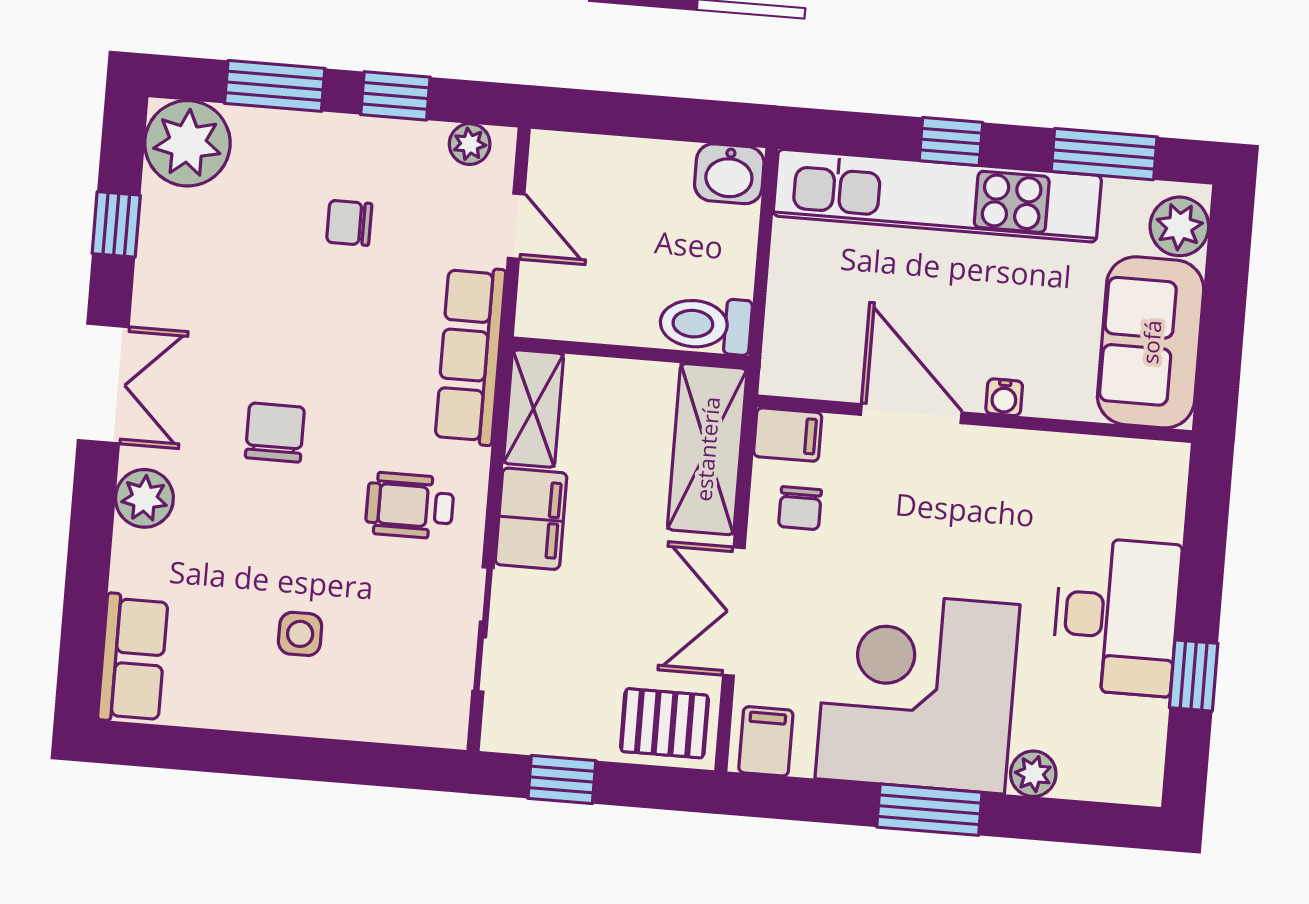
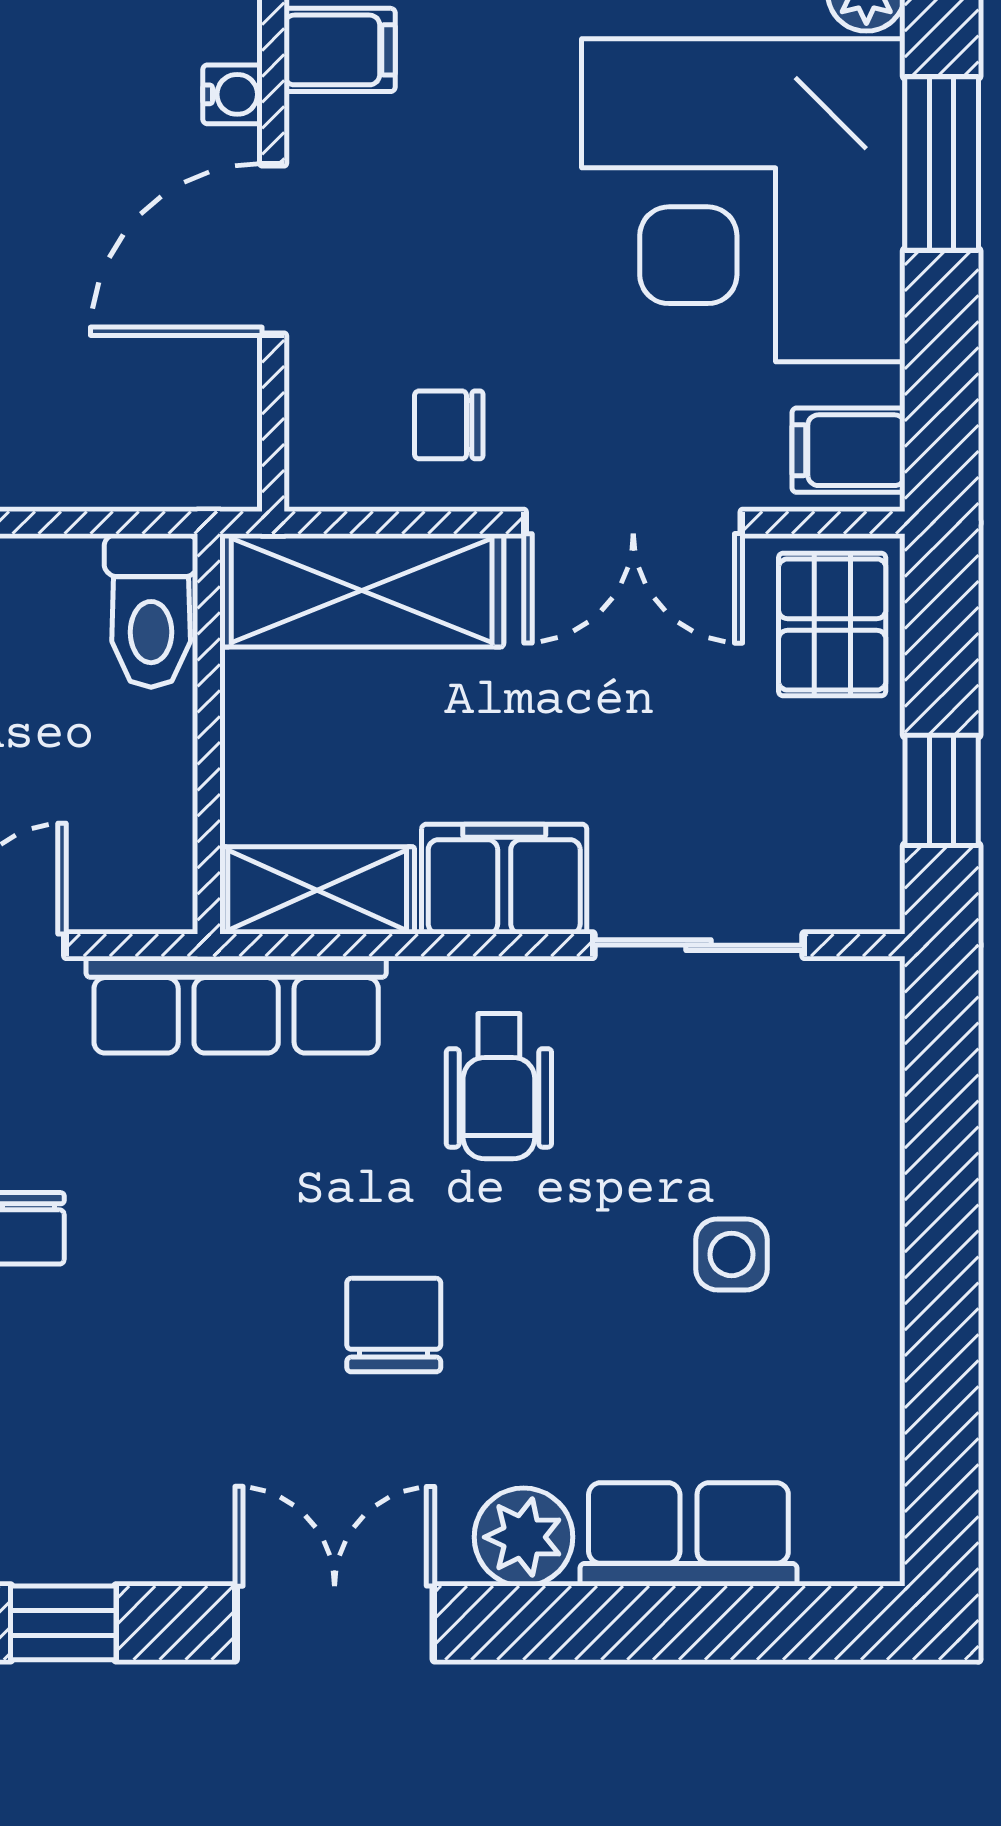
chair: (275, 432) -> (394, 1325), turned 90
filing cabinet: (788, 435) -> (340, 50), moved, turned 90
chair: (800, 508) -> (449, 425), turned 180
row of seats: (133, 659) -> (688, 1534), moved

